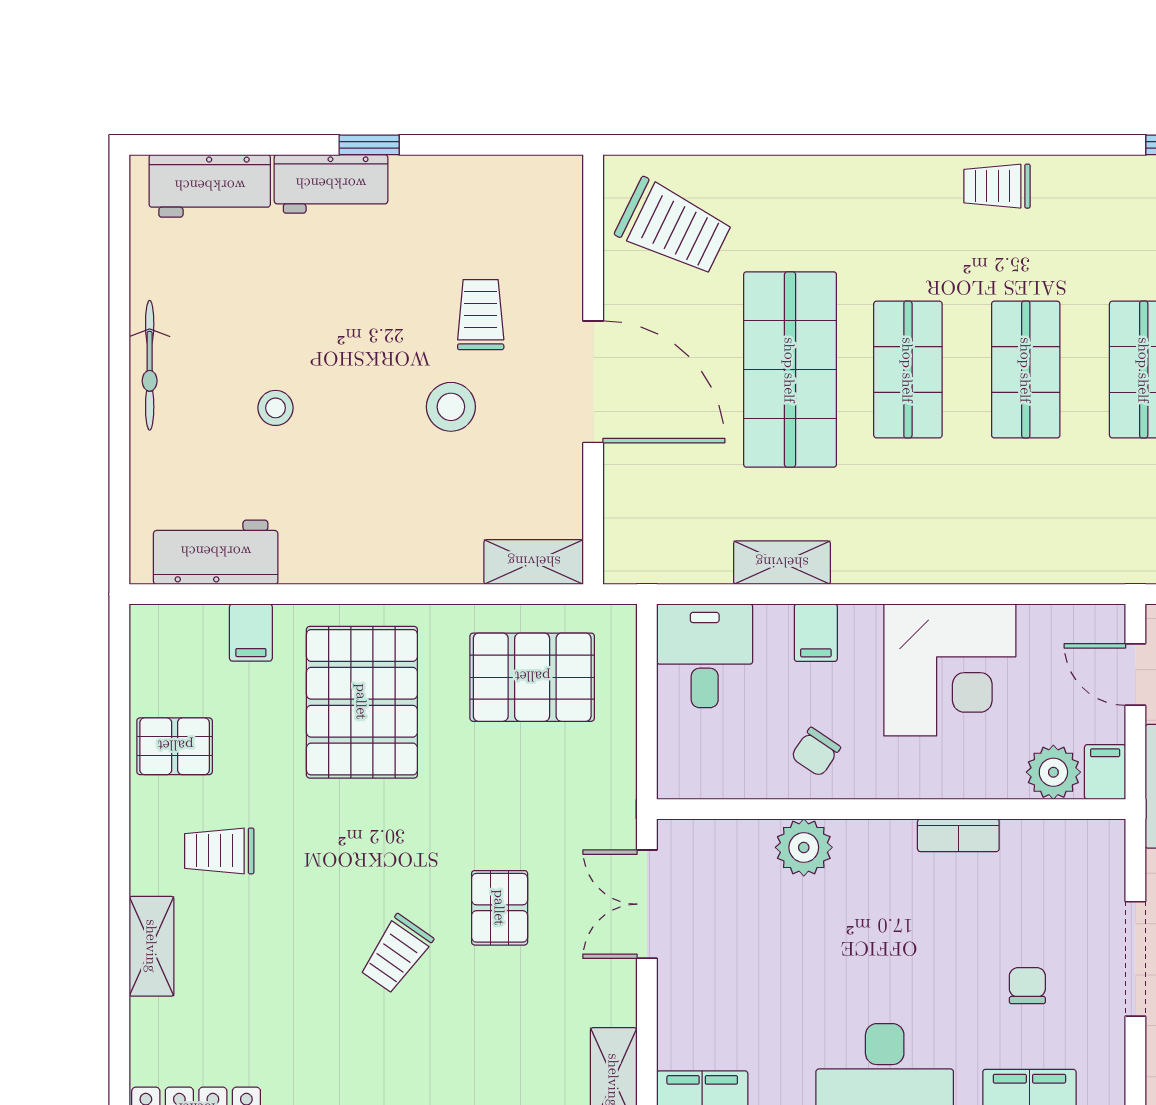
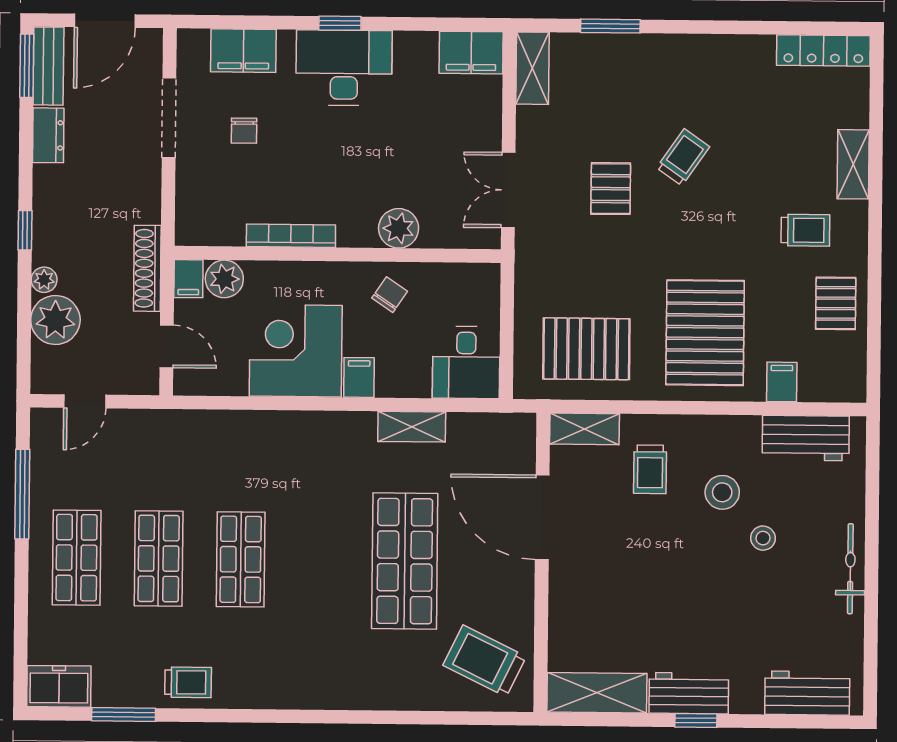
shelving: (512, 183) -> (597, 693), added
workbench: (331, 184) -> (689, 693), moved
trolley: (997, 186) -> (188, 682), moved
trolley: (481, 315) -> (650, 469), moved
shop shelf: (908, 370) -> (323, 560), removed
door: (593, 382) -> (542, 517), moved
stool: (451, 407) -> (722, 492), moved
filing cabinet: (816, 633) -> (359, 377), moved
pallet: (175, 746) -> (836, 303), turned 90
bookcase: (958, 835) -> (291, 236), width x1.56
double door: (647, 904) -> (508, 190), swing flipped
doorway: (1135, 959) -> (169, 118), moved

